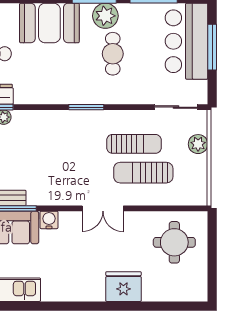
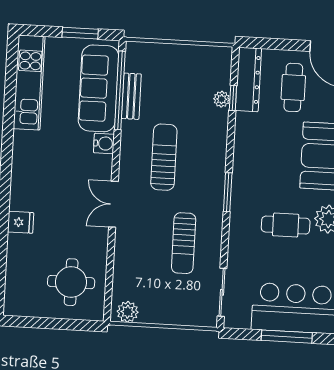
plant: (198, 144) -> (128, 312), moved
sun lounger: (143, 173) -> (164, 157), moved
fridge: (123, 287) -> (21, 222), width x0.53, depth x0.75

